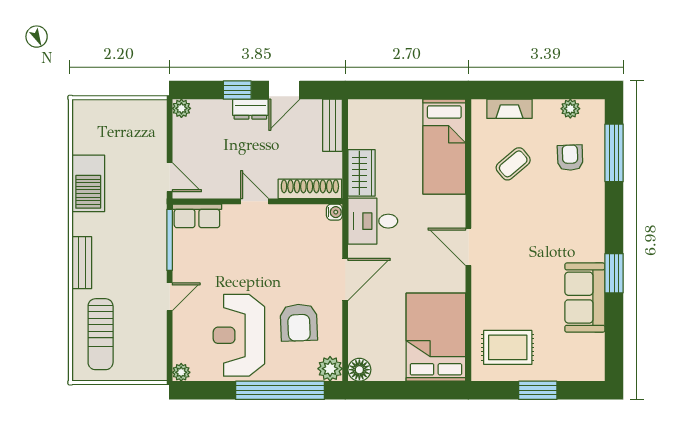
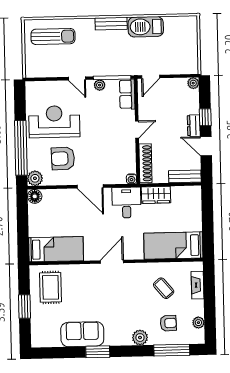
plant: (592, 204) -> (140, 338), added
bench: (82, 263) -> (111, 24), moved
sun lounger: (101, 334) -> (53, 36), turned 180
bed: (436, 337) -> (56, 249), width x0.67
plant: (181, 372) -> (100, 85), moved

